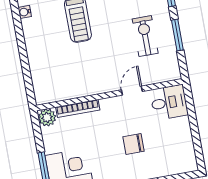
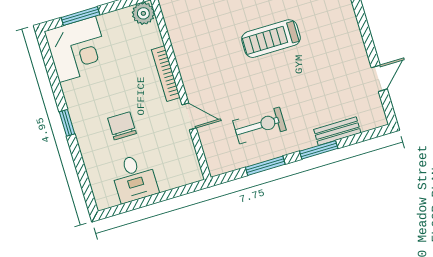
desk: (169, 102) -> (134, 178), moved
bookcase: (78, 108) -> (166, 74), moved

